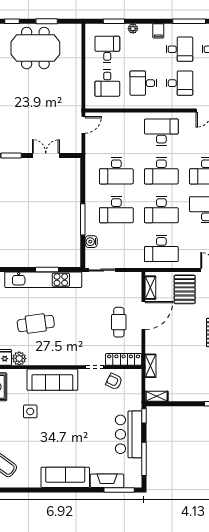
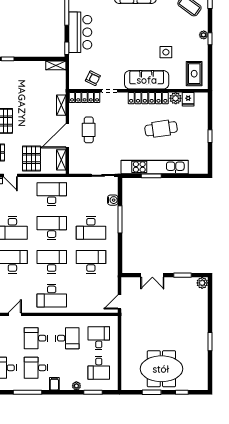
desk: (116, 210) -> (91, 228), turned 180
locker: (51, 359) -> (148, 98), added
shelving: (150, 366) -> (61, 105), moved

